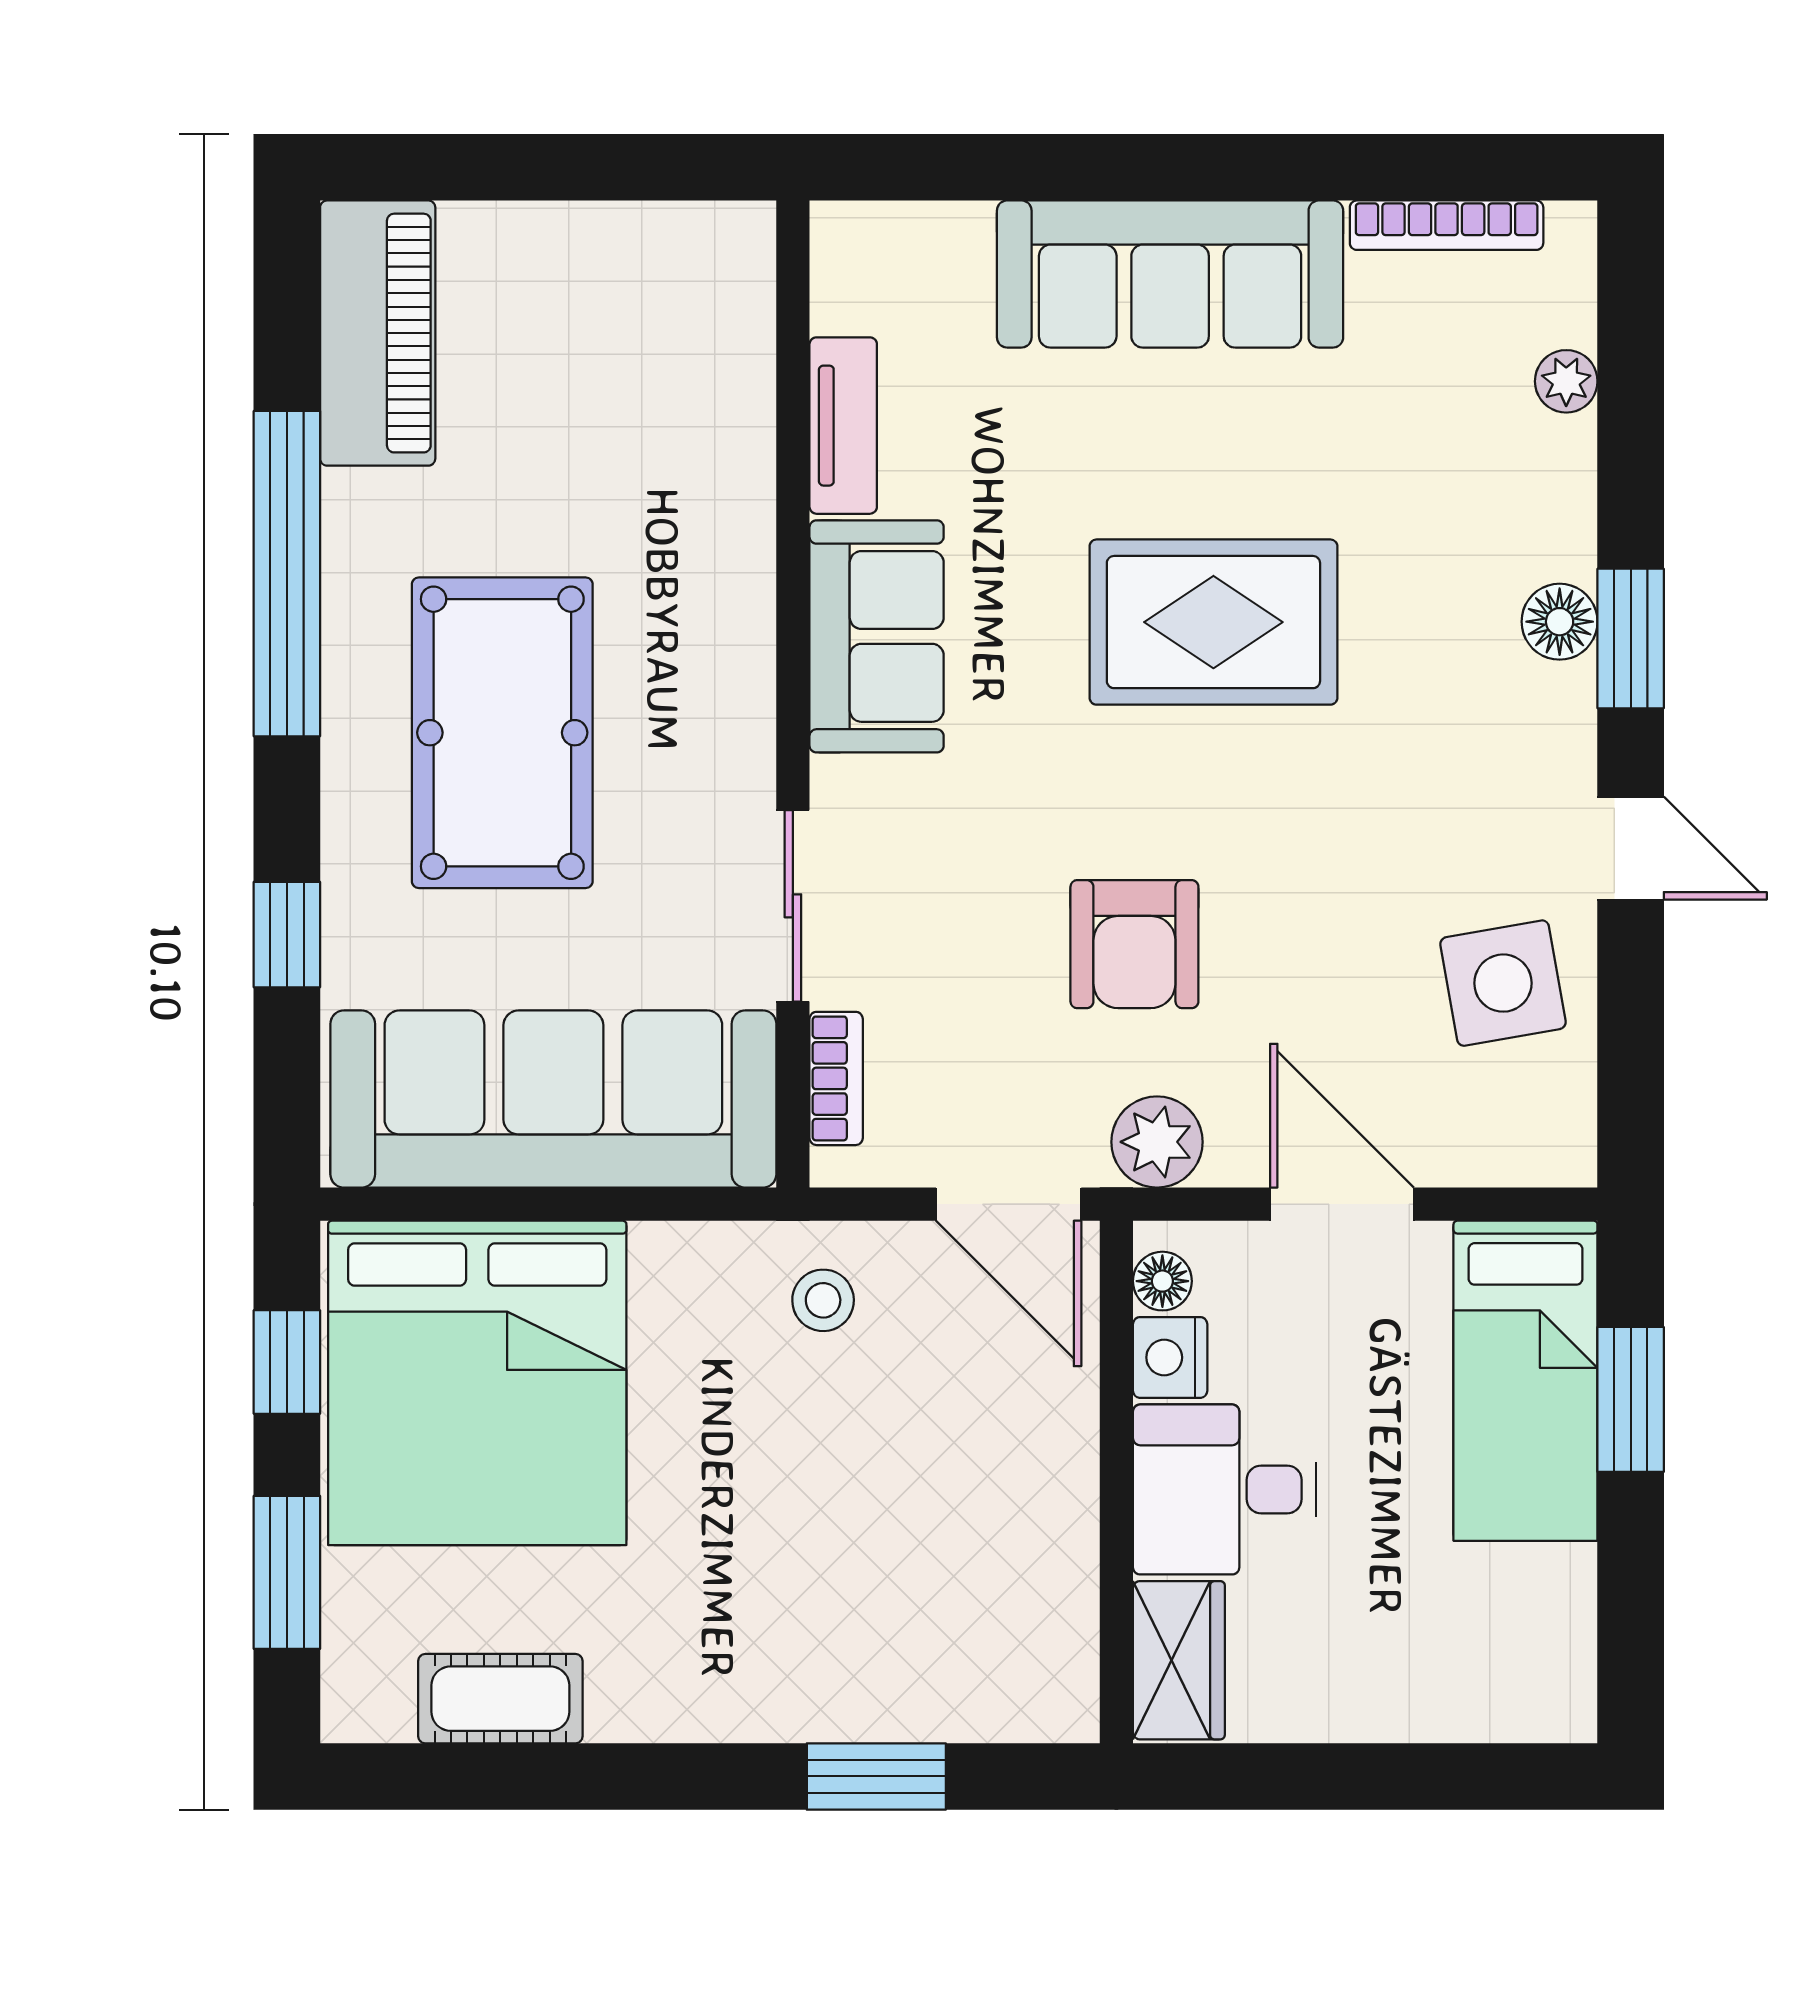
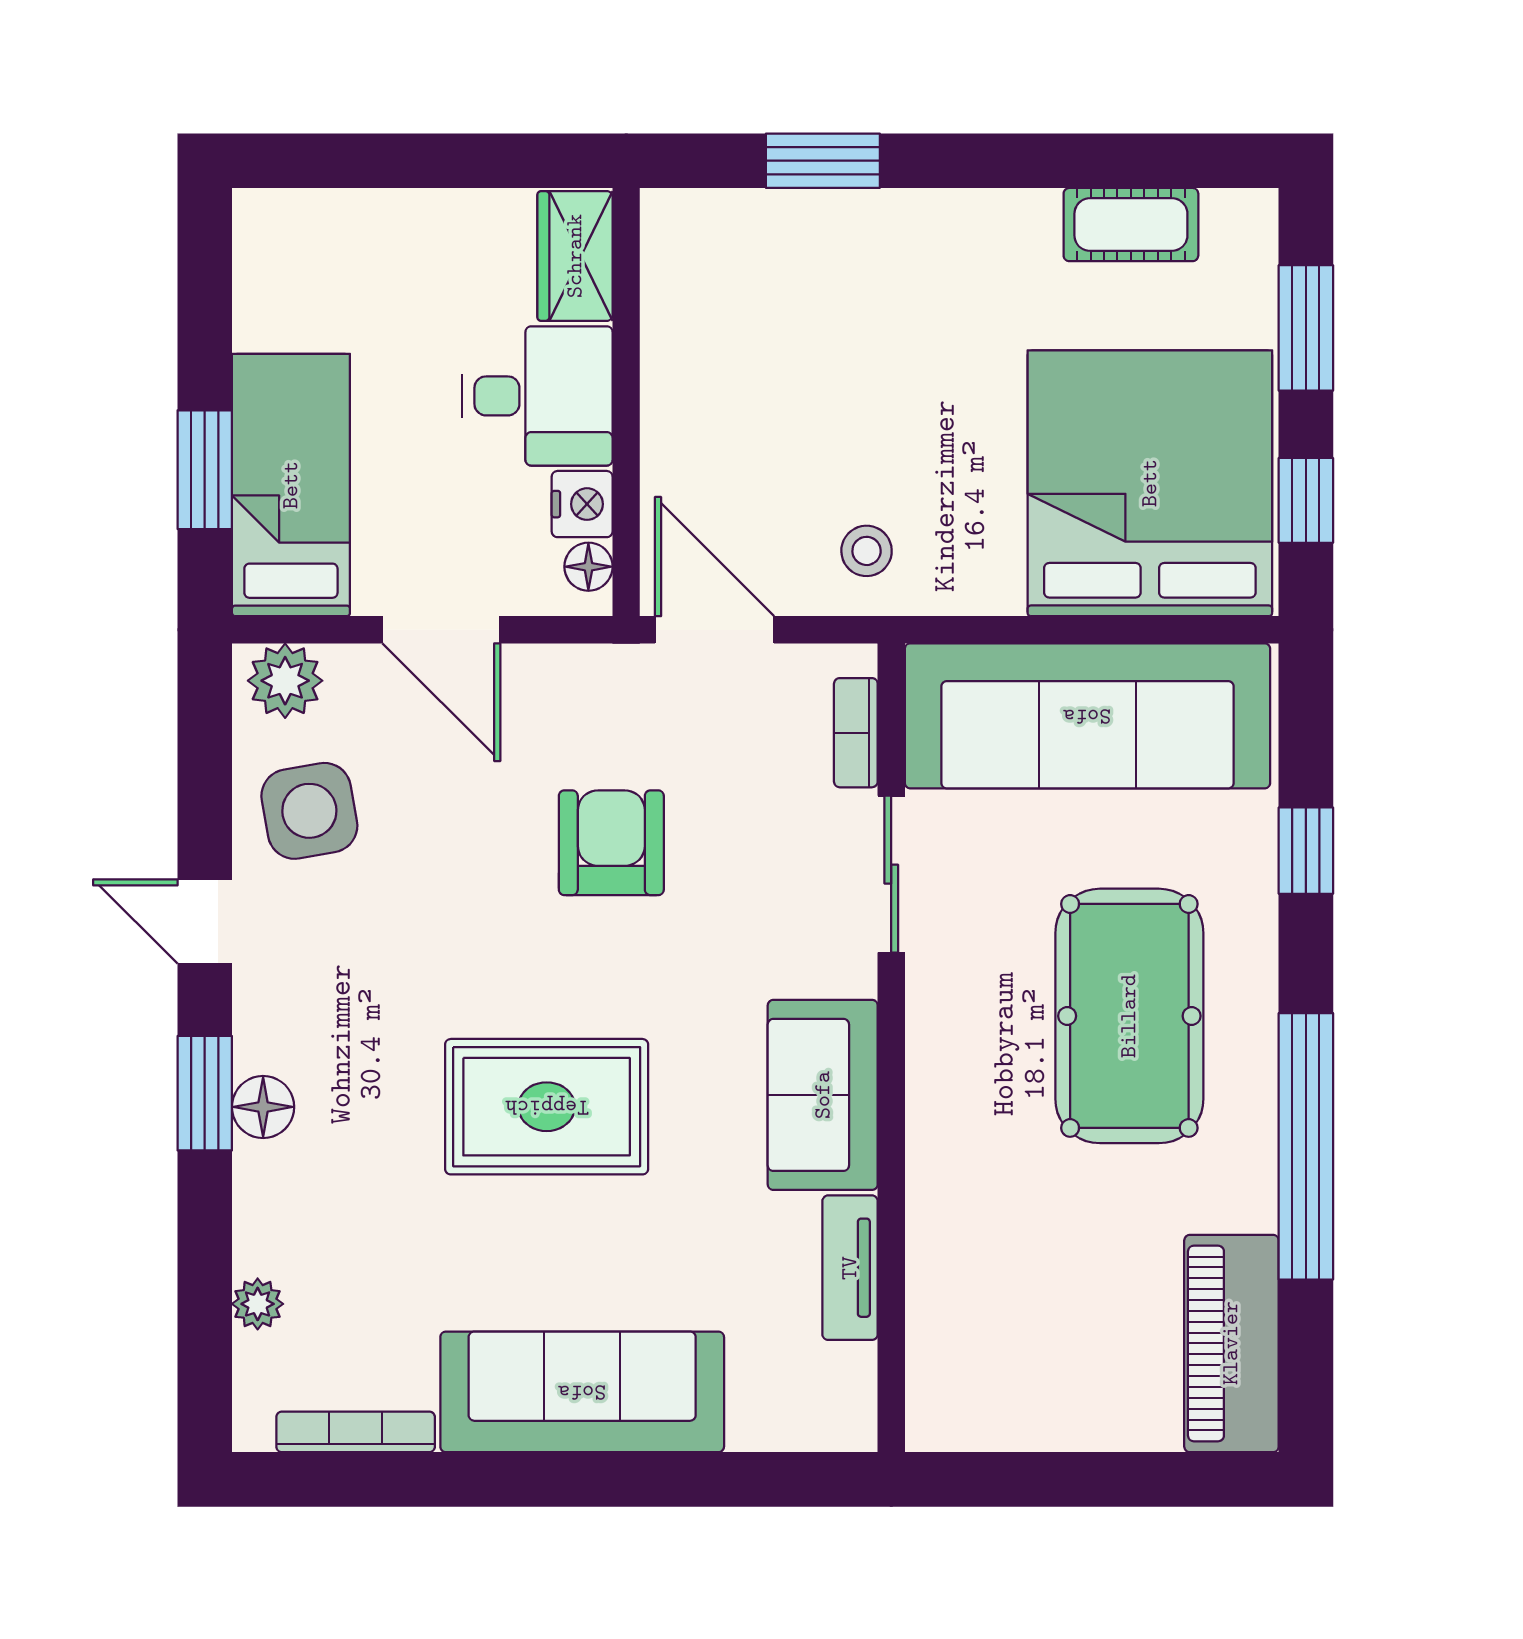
plant: (1157, 1142) -> (285, 681), moved

